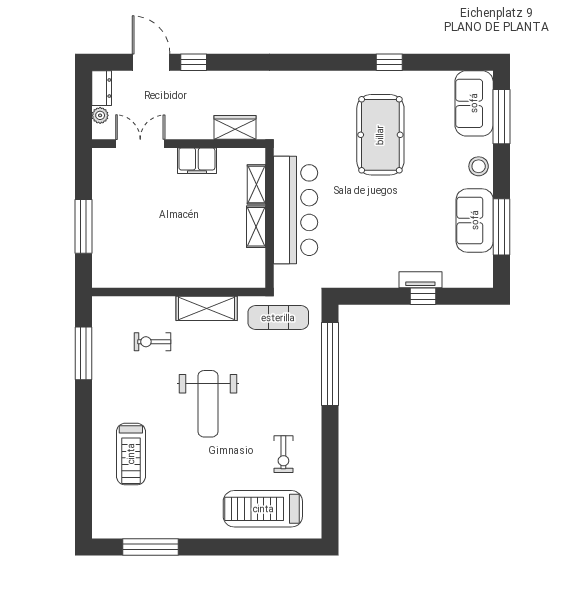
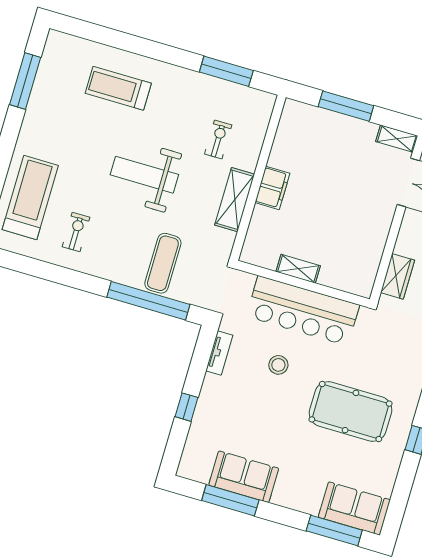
filing cabinet: (197, 161) -> (272, 188), moved, turned 180
stool: (479, 166) -> (278, 365), moved
shelving: (256, 184) -> (397, 139), moved
tv unit: (420, 280) -> (219, 353), moved
exercise mat: (278, 318) -> (163, 263), moved
exercise bike: (283, 454) -> (76, 232), turned 90

